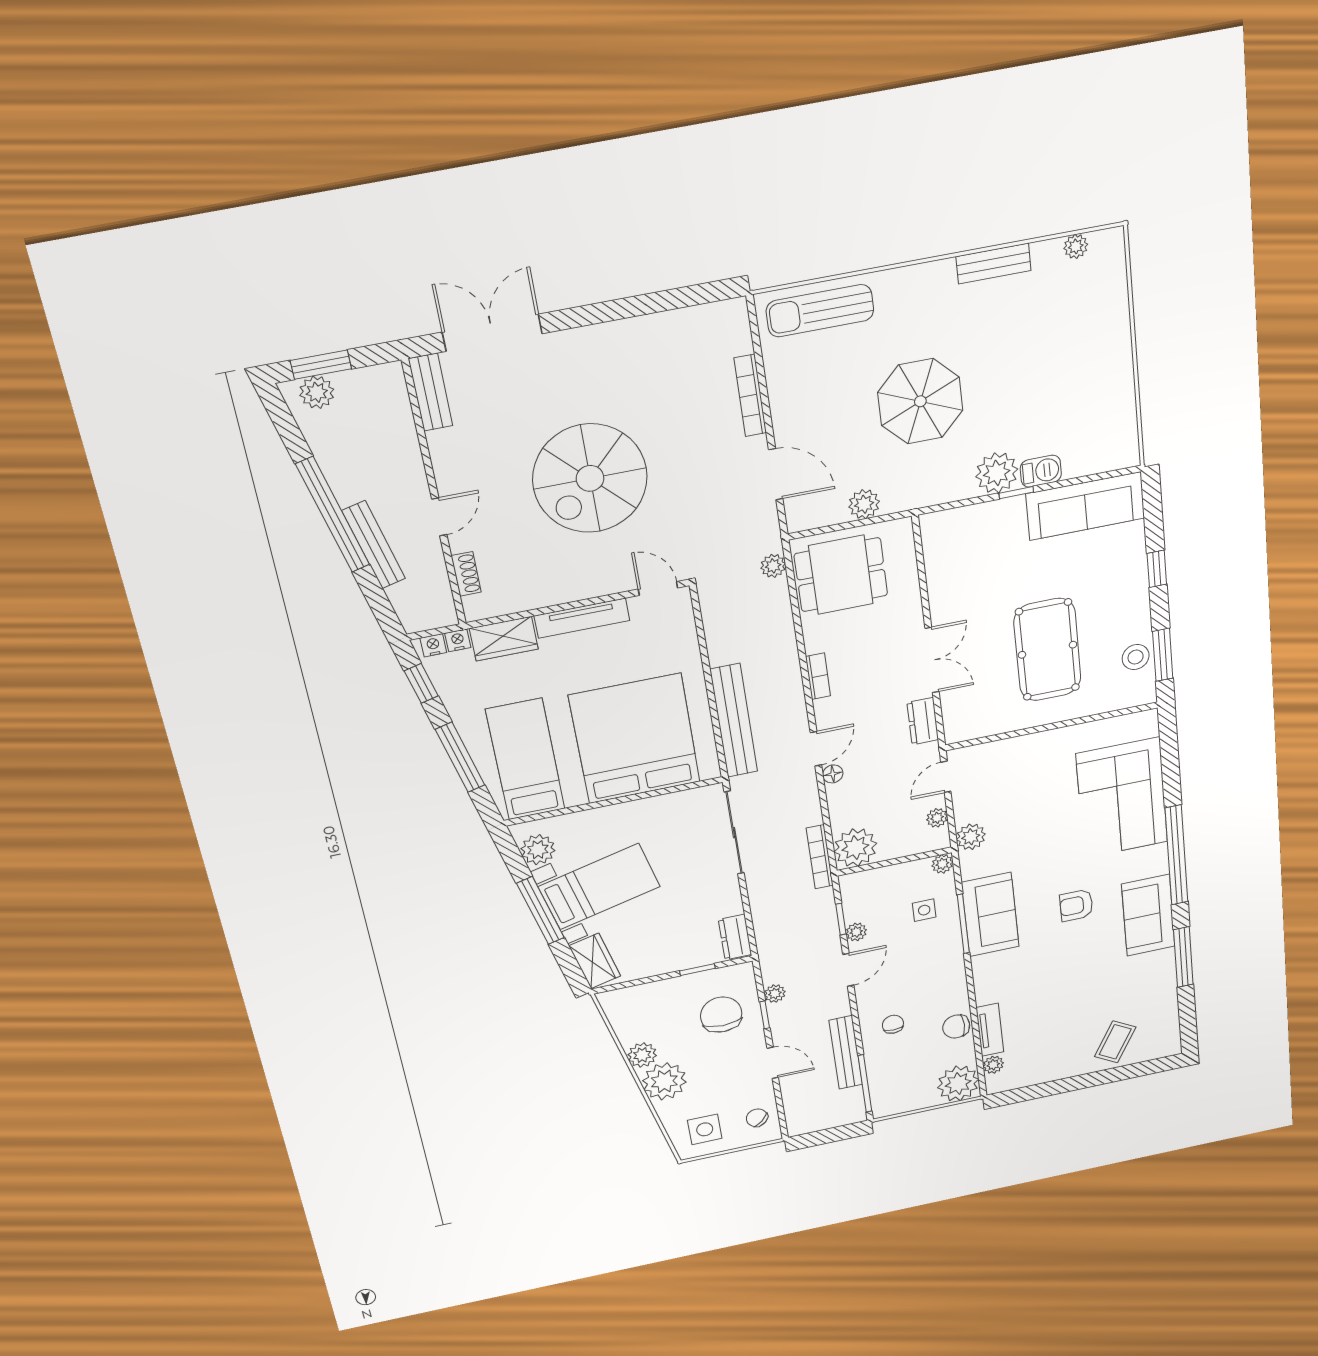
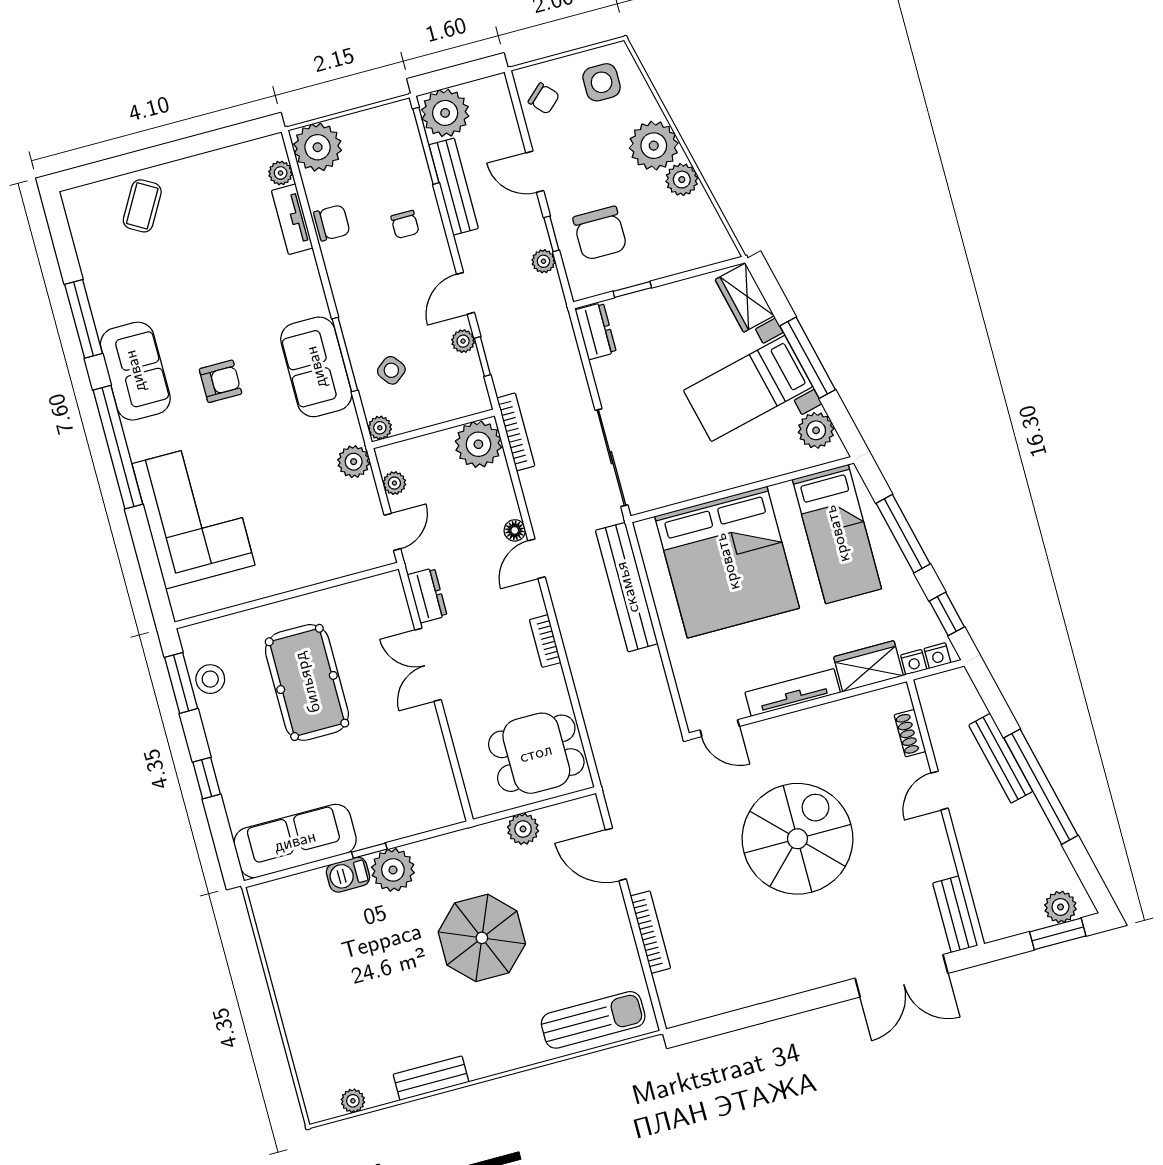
plant: (773, 566) -> (445, 113), moved, width x1.87, depth x1.87
side table: (924, 910) -> (391, 370), turned -38

